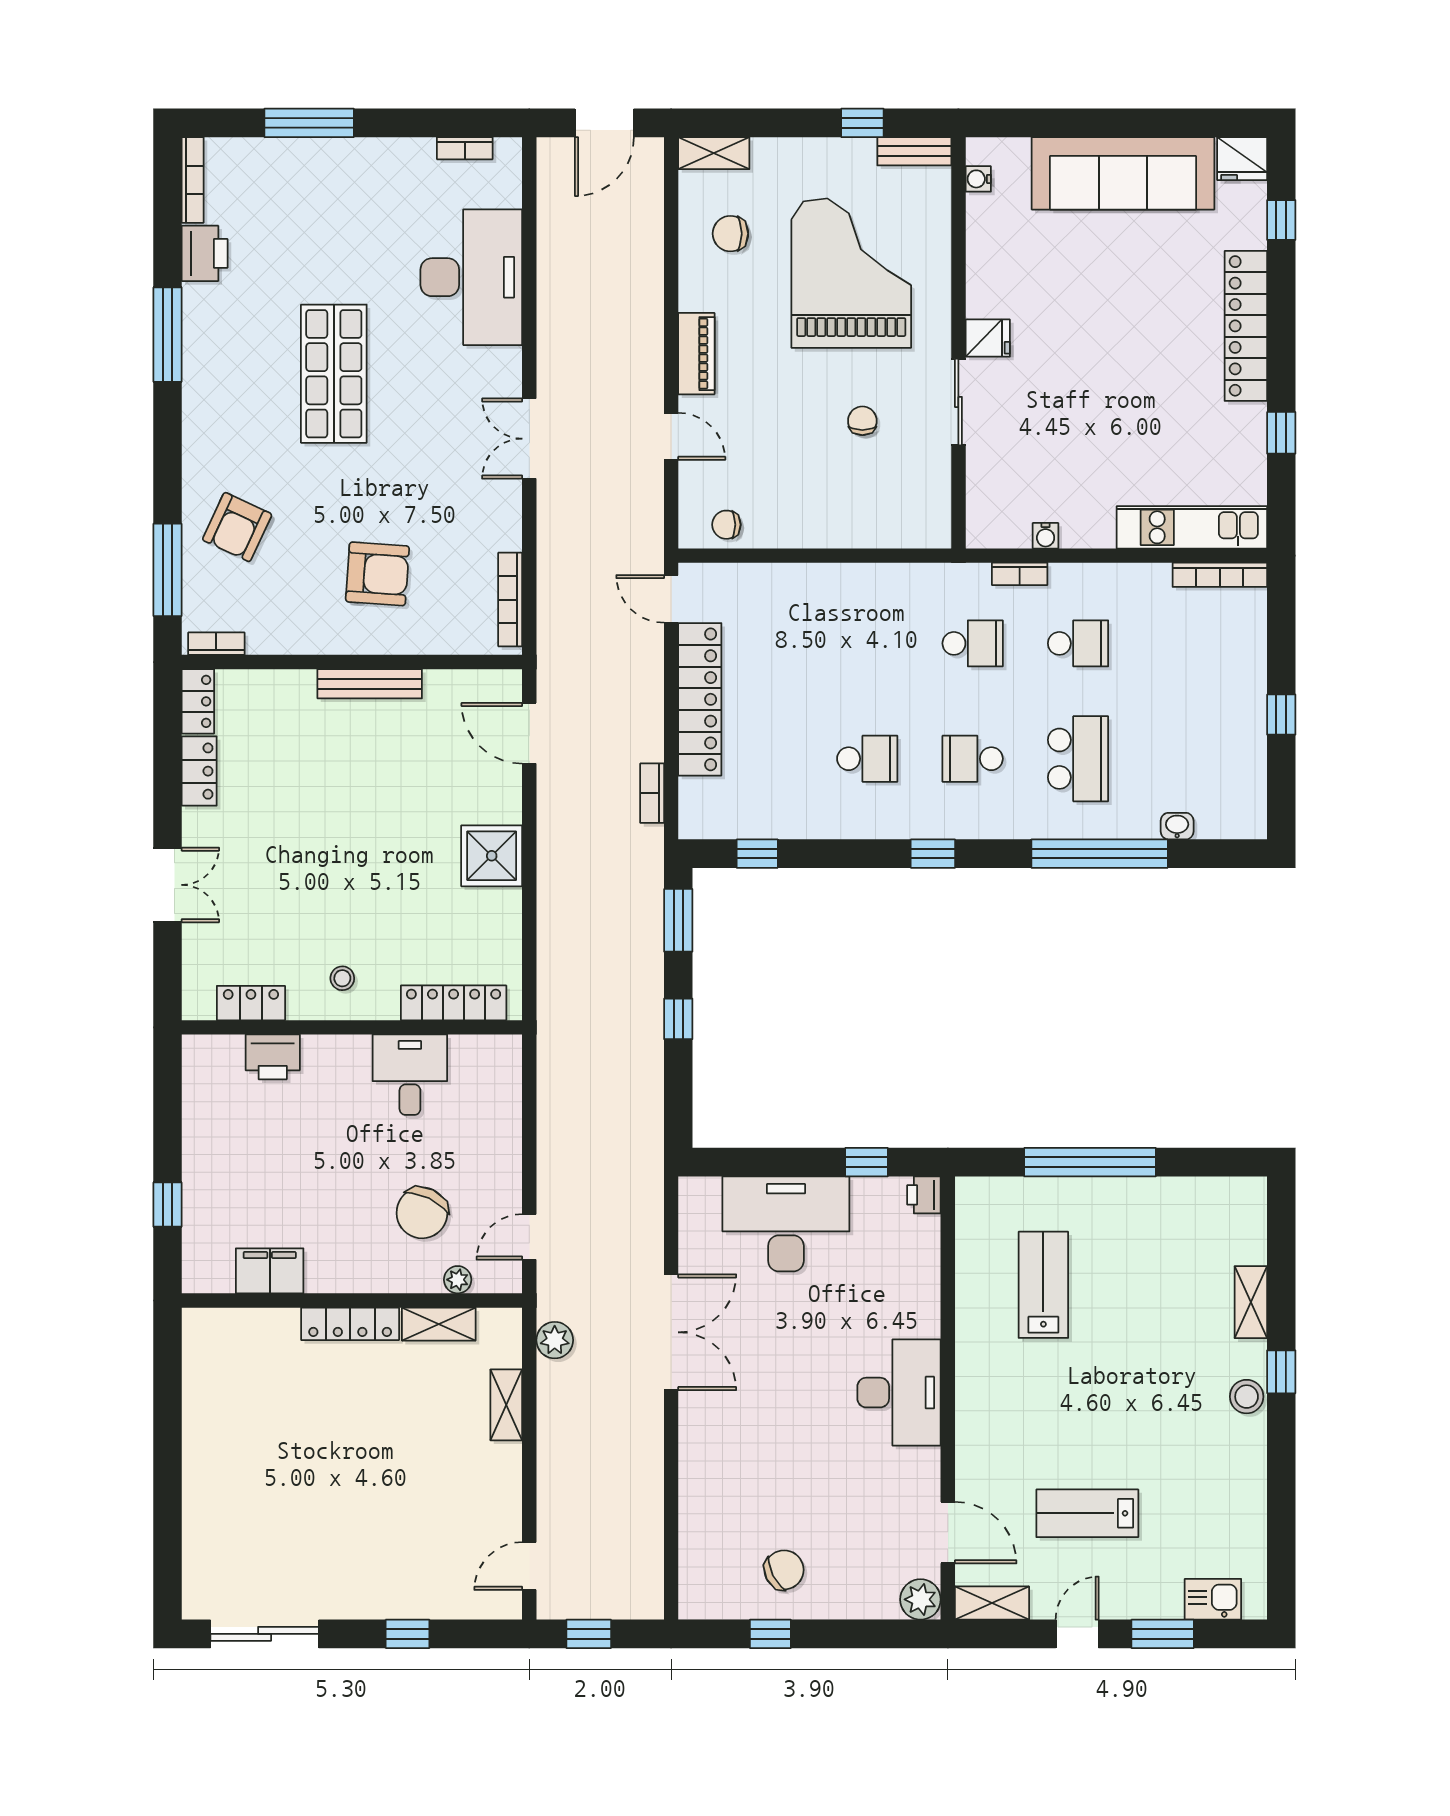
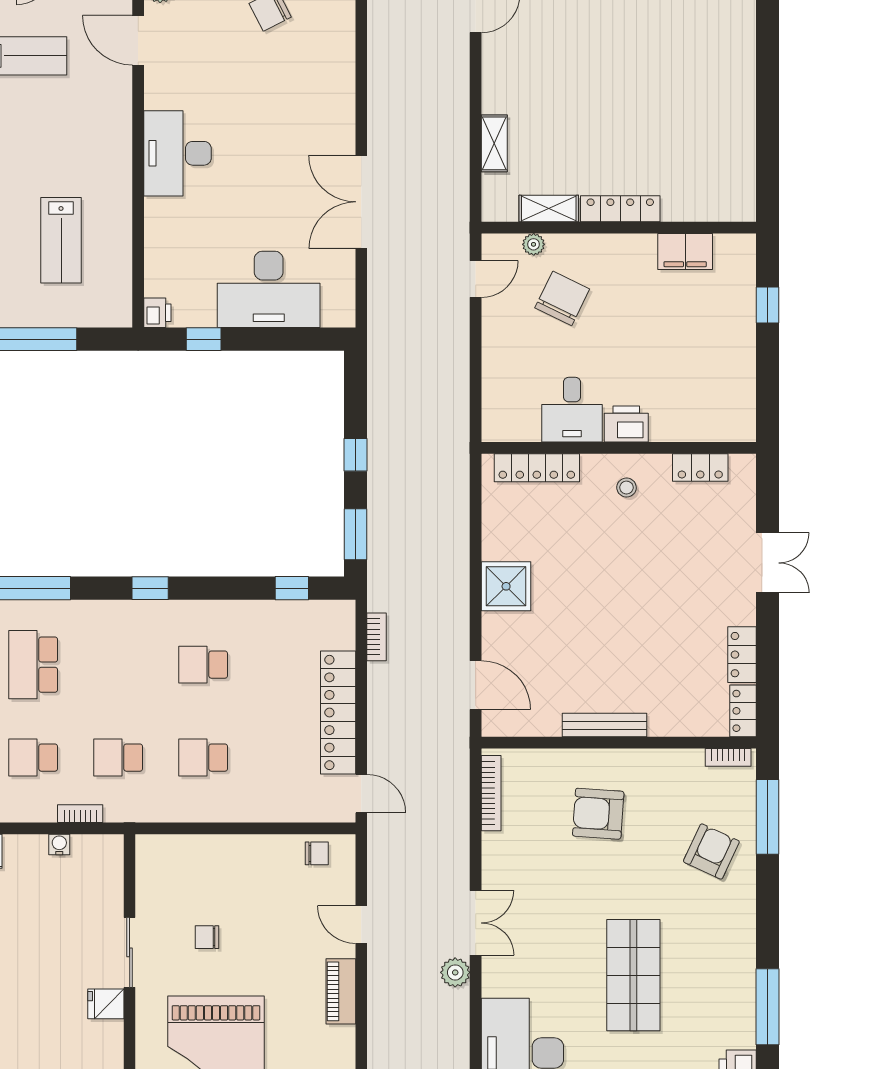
chair: (862, 421) -> (207, 937), turned 90
school desk: (973, 759) -> (203, 758), moved, turned 180
double door: (167, 885) -> (768, 563), swing flipped
printer: (273, 1057) -> (626, 424), moved
plant: (555, 1340) -> (455, 972), moved

